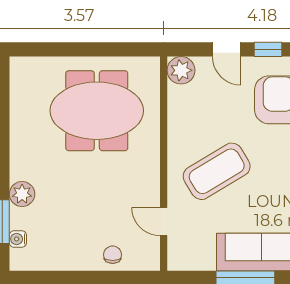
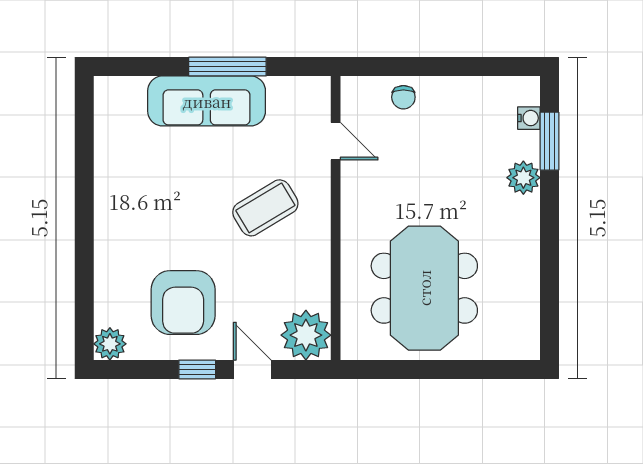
plant: (181, 70) -> (306, 335), width x1.36, depth x1.36
meeting table: (97, 111) -> (424, 288), turned 90
coffee table: (217, 171) -> (265, 208), width x0.73, depth x0.76

